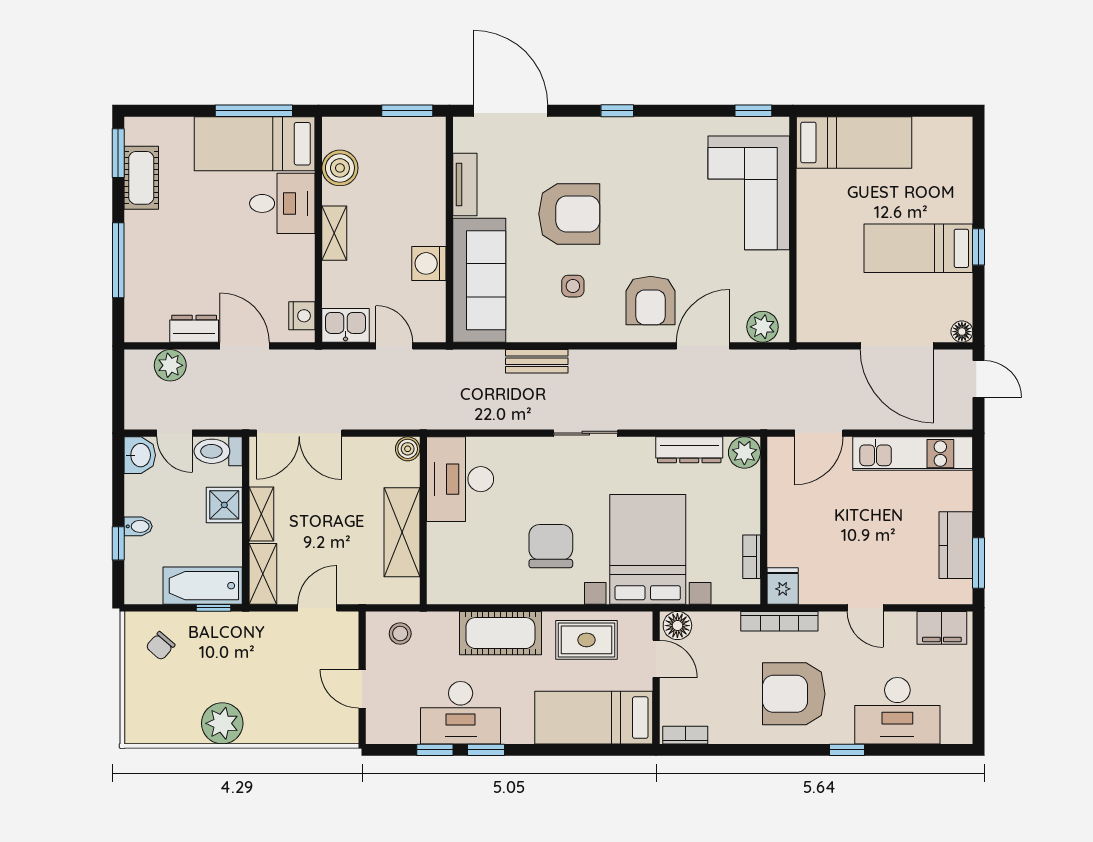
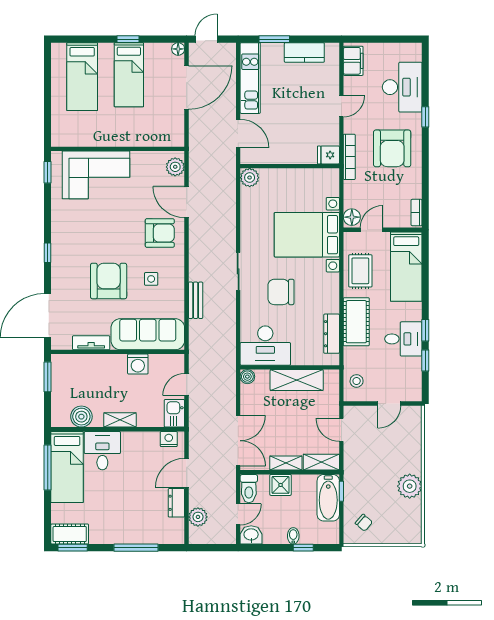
bed: (854, 142) -> (82, 77), moved, turned 180
cot: (141, 178) -> (70, 534), moved
dresser: (689, 450) -> (332, 334), moved, turned 180
chair: (551, 546) -> (281, 292), moved
bookcase: (752, 557) -> (311, 173), removed
window: (979, 563) -> (274, 39), moved
desk: (461, 713) -> (403, 339), width x0.73

